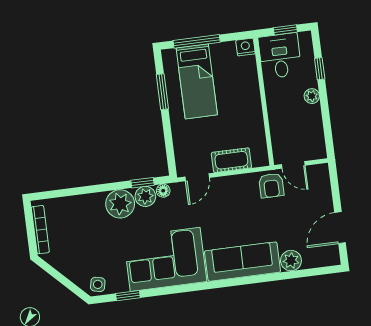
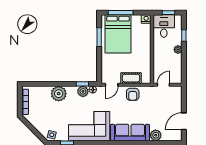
bed: (197, 81) -> (118, 34), width x1.50
door: (293, 165) -> (163, 85), swing flipped
armchair: (271, 185) -> (133, 94), moved
plant: (120, 204) -> (59, 94), moved

